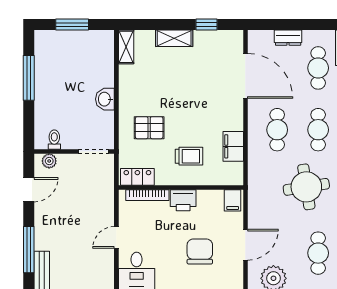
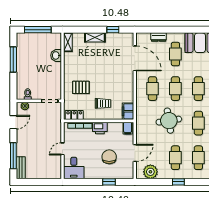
window: (72, 25) -> (38, 30), width x1.44
washbasin: (105, 99) -> (56, 55), moved
filing cabinet: (233, 146) -> (128, 111), moved

